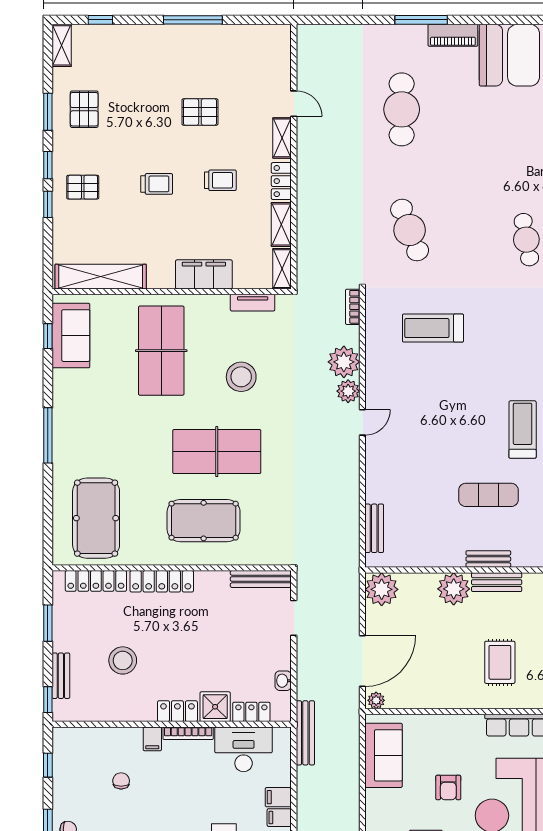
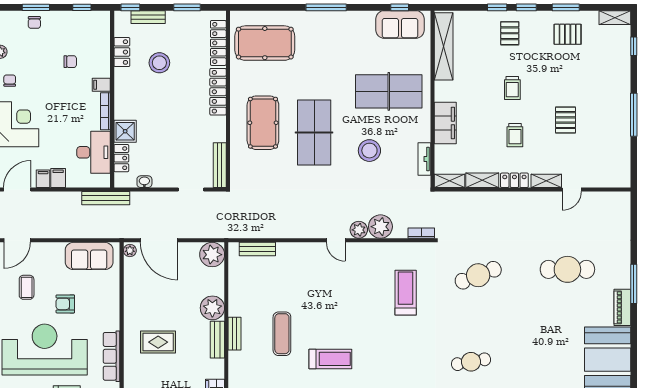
locker: (177, 711) -> (122, 52), moved

